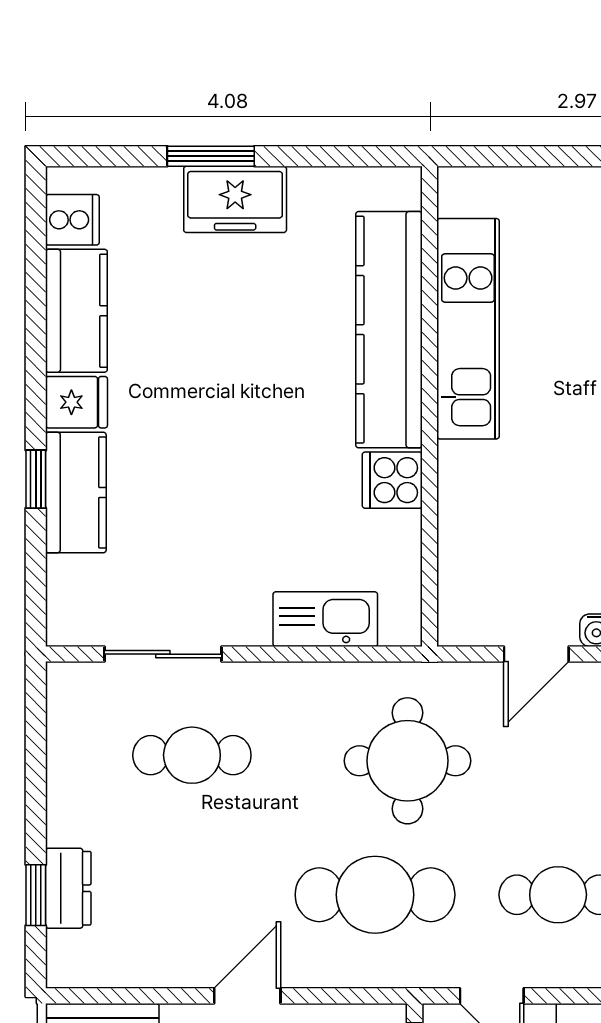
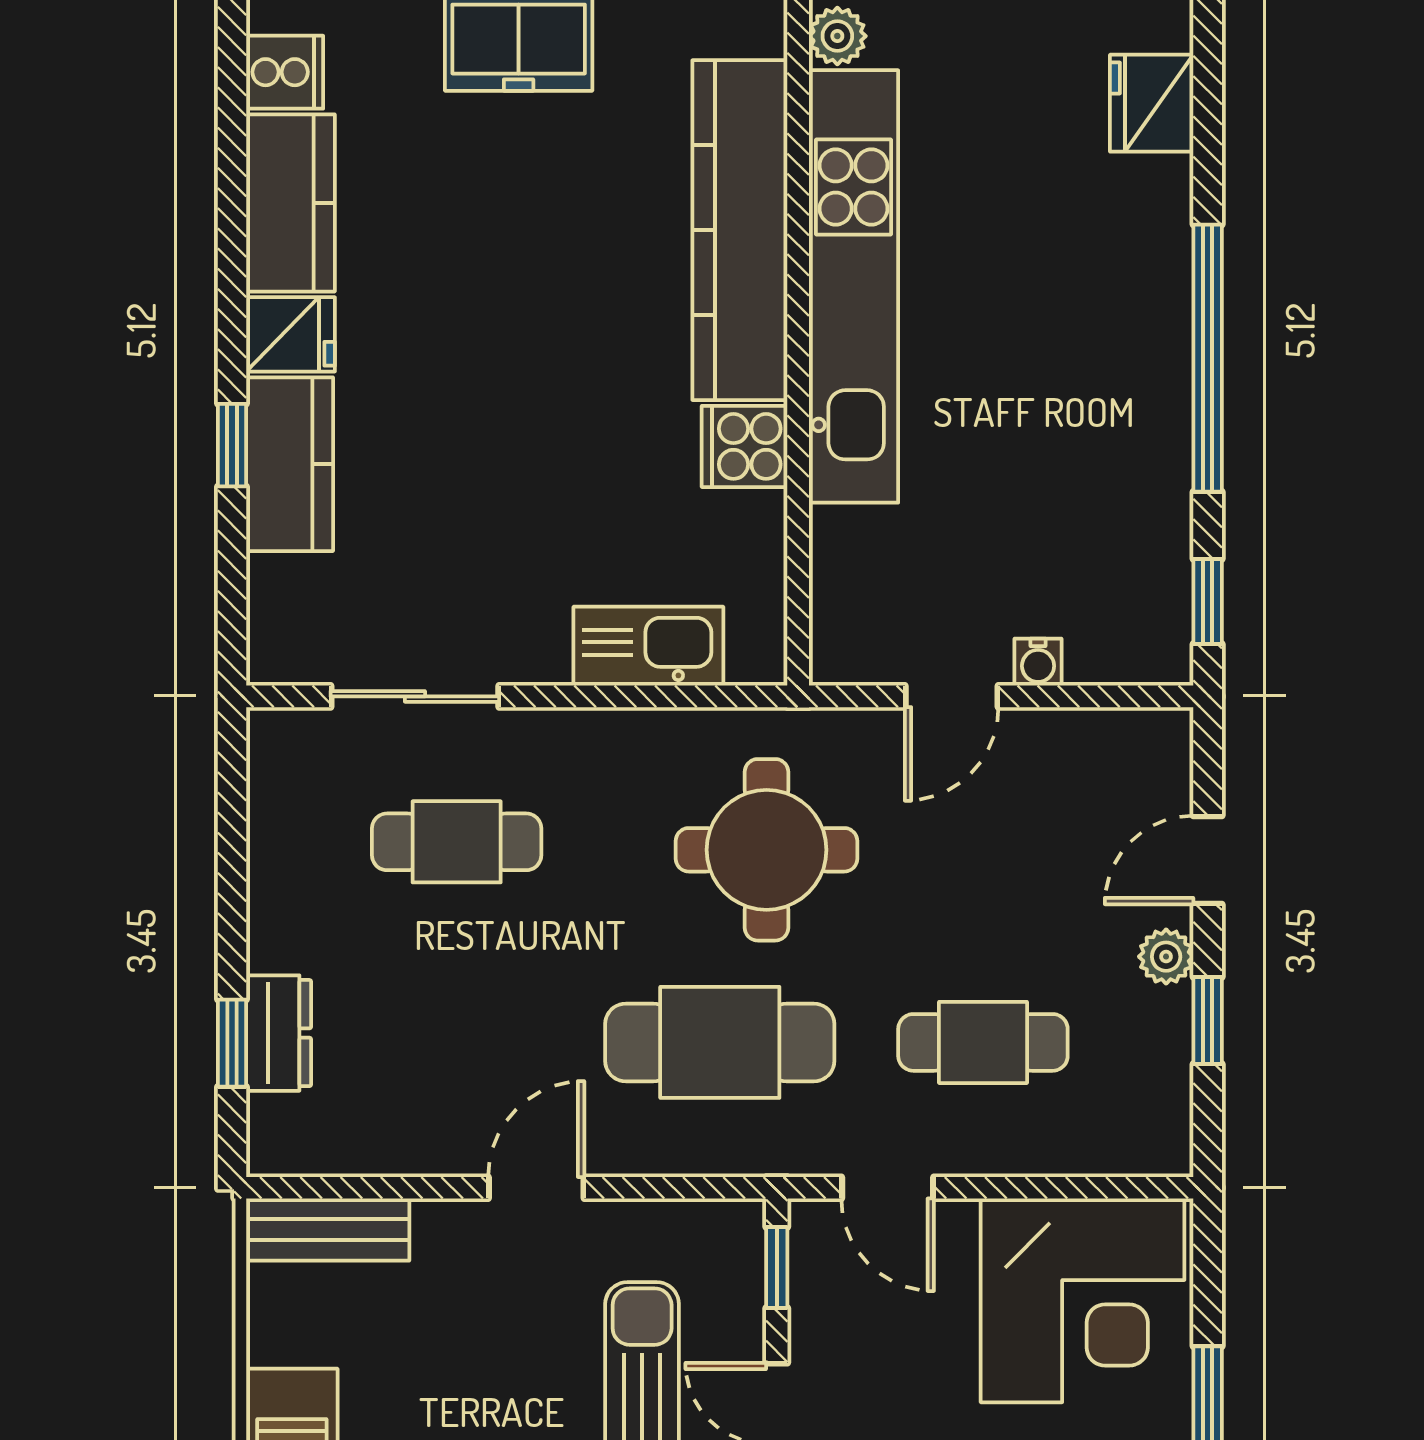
plant: (457, 195) -> (837, 36), added
kitchen unit: (468, 329) -> (854, 286), width x1.36

